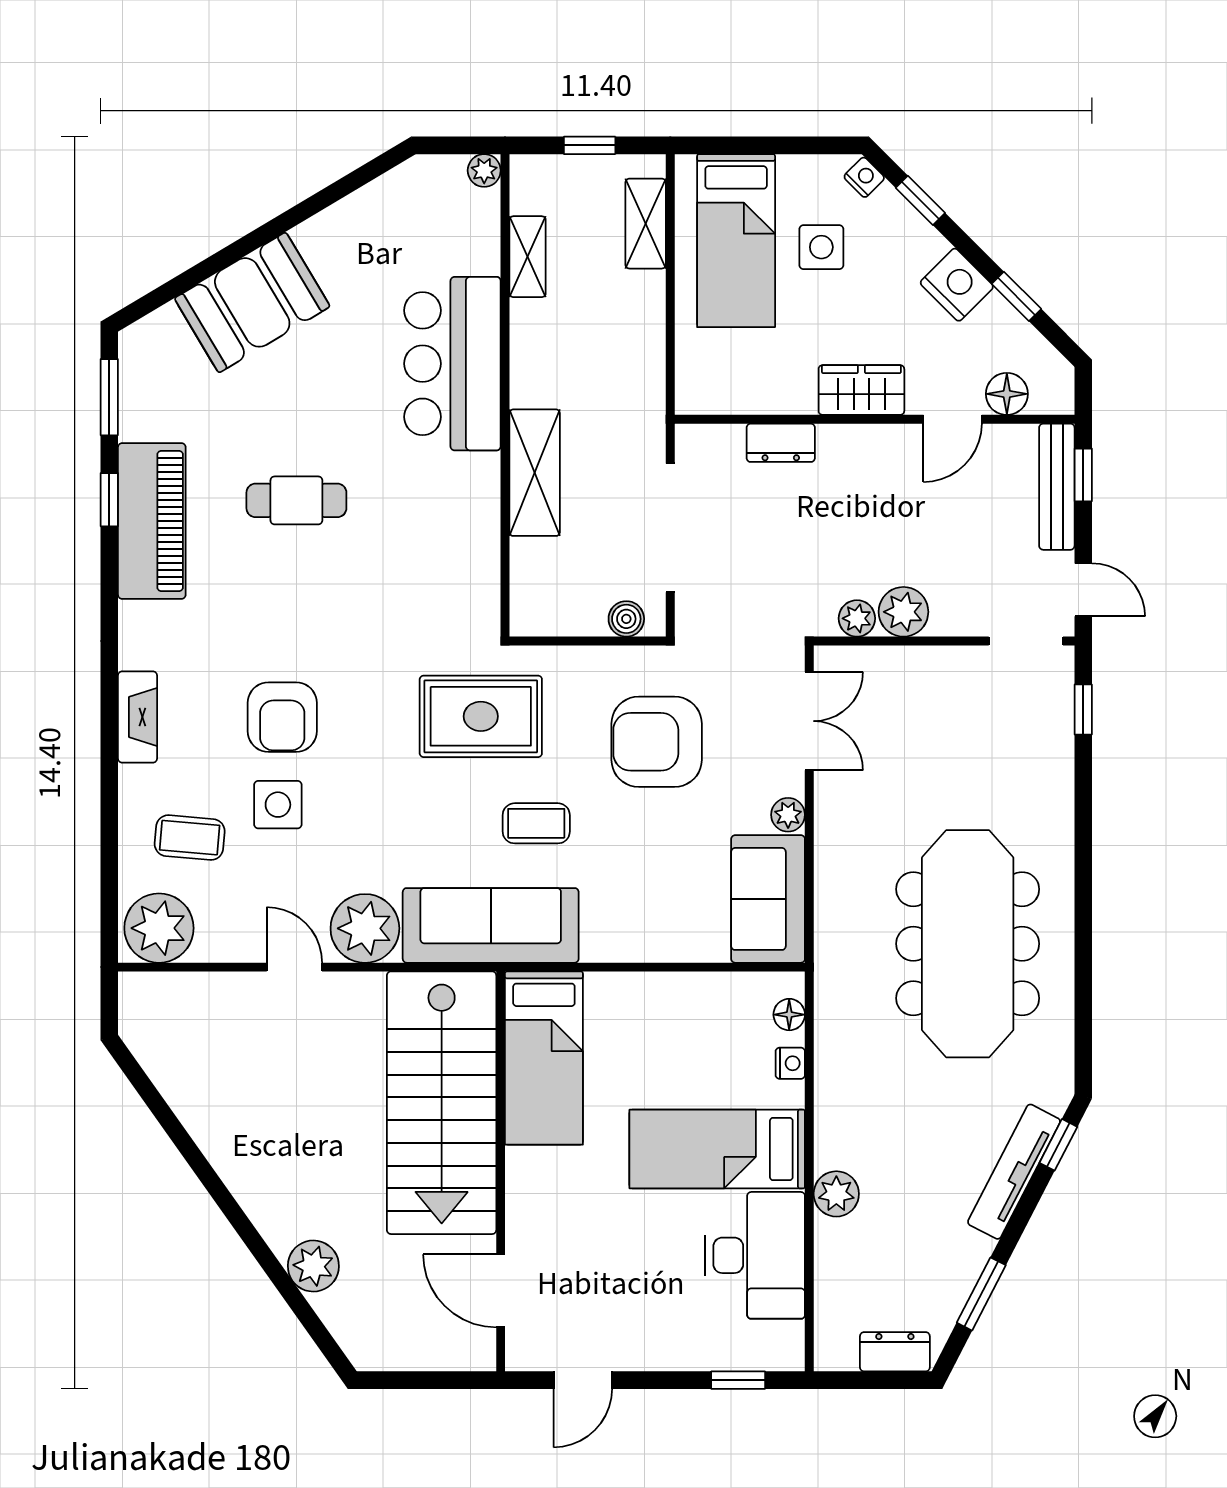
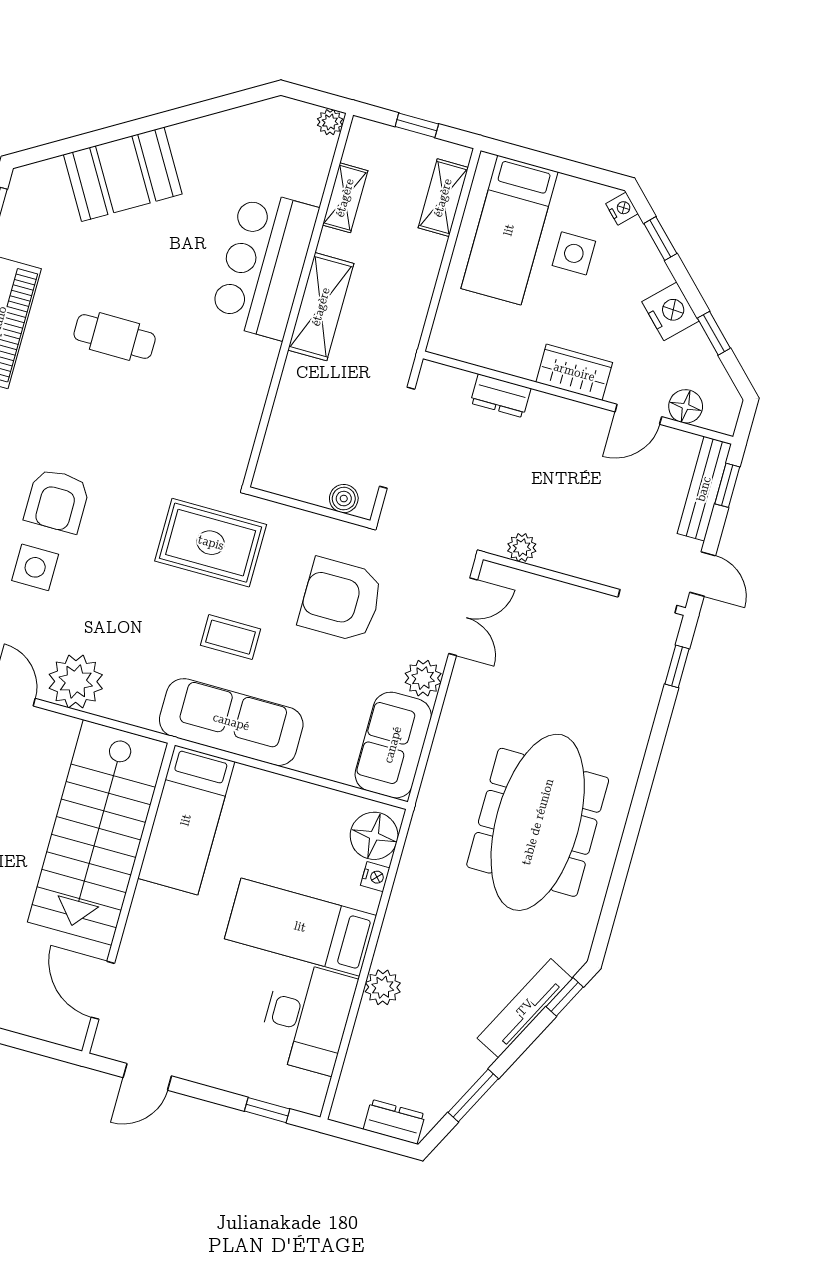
shelving: (535, 473) -> (321, 307), moved
plant: (903, 612) -> (559, 552), removed
plant: (788, 815) -> (423, 678), width x1.38, depth x1.38
sofa: (491, 925) -> (231, 722), moved
floor lamp: (789, 1015) -> (374, 836), width x1.89, depth x1.89

